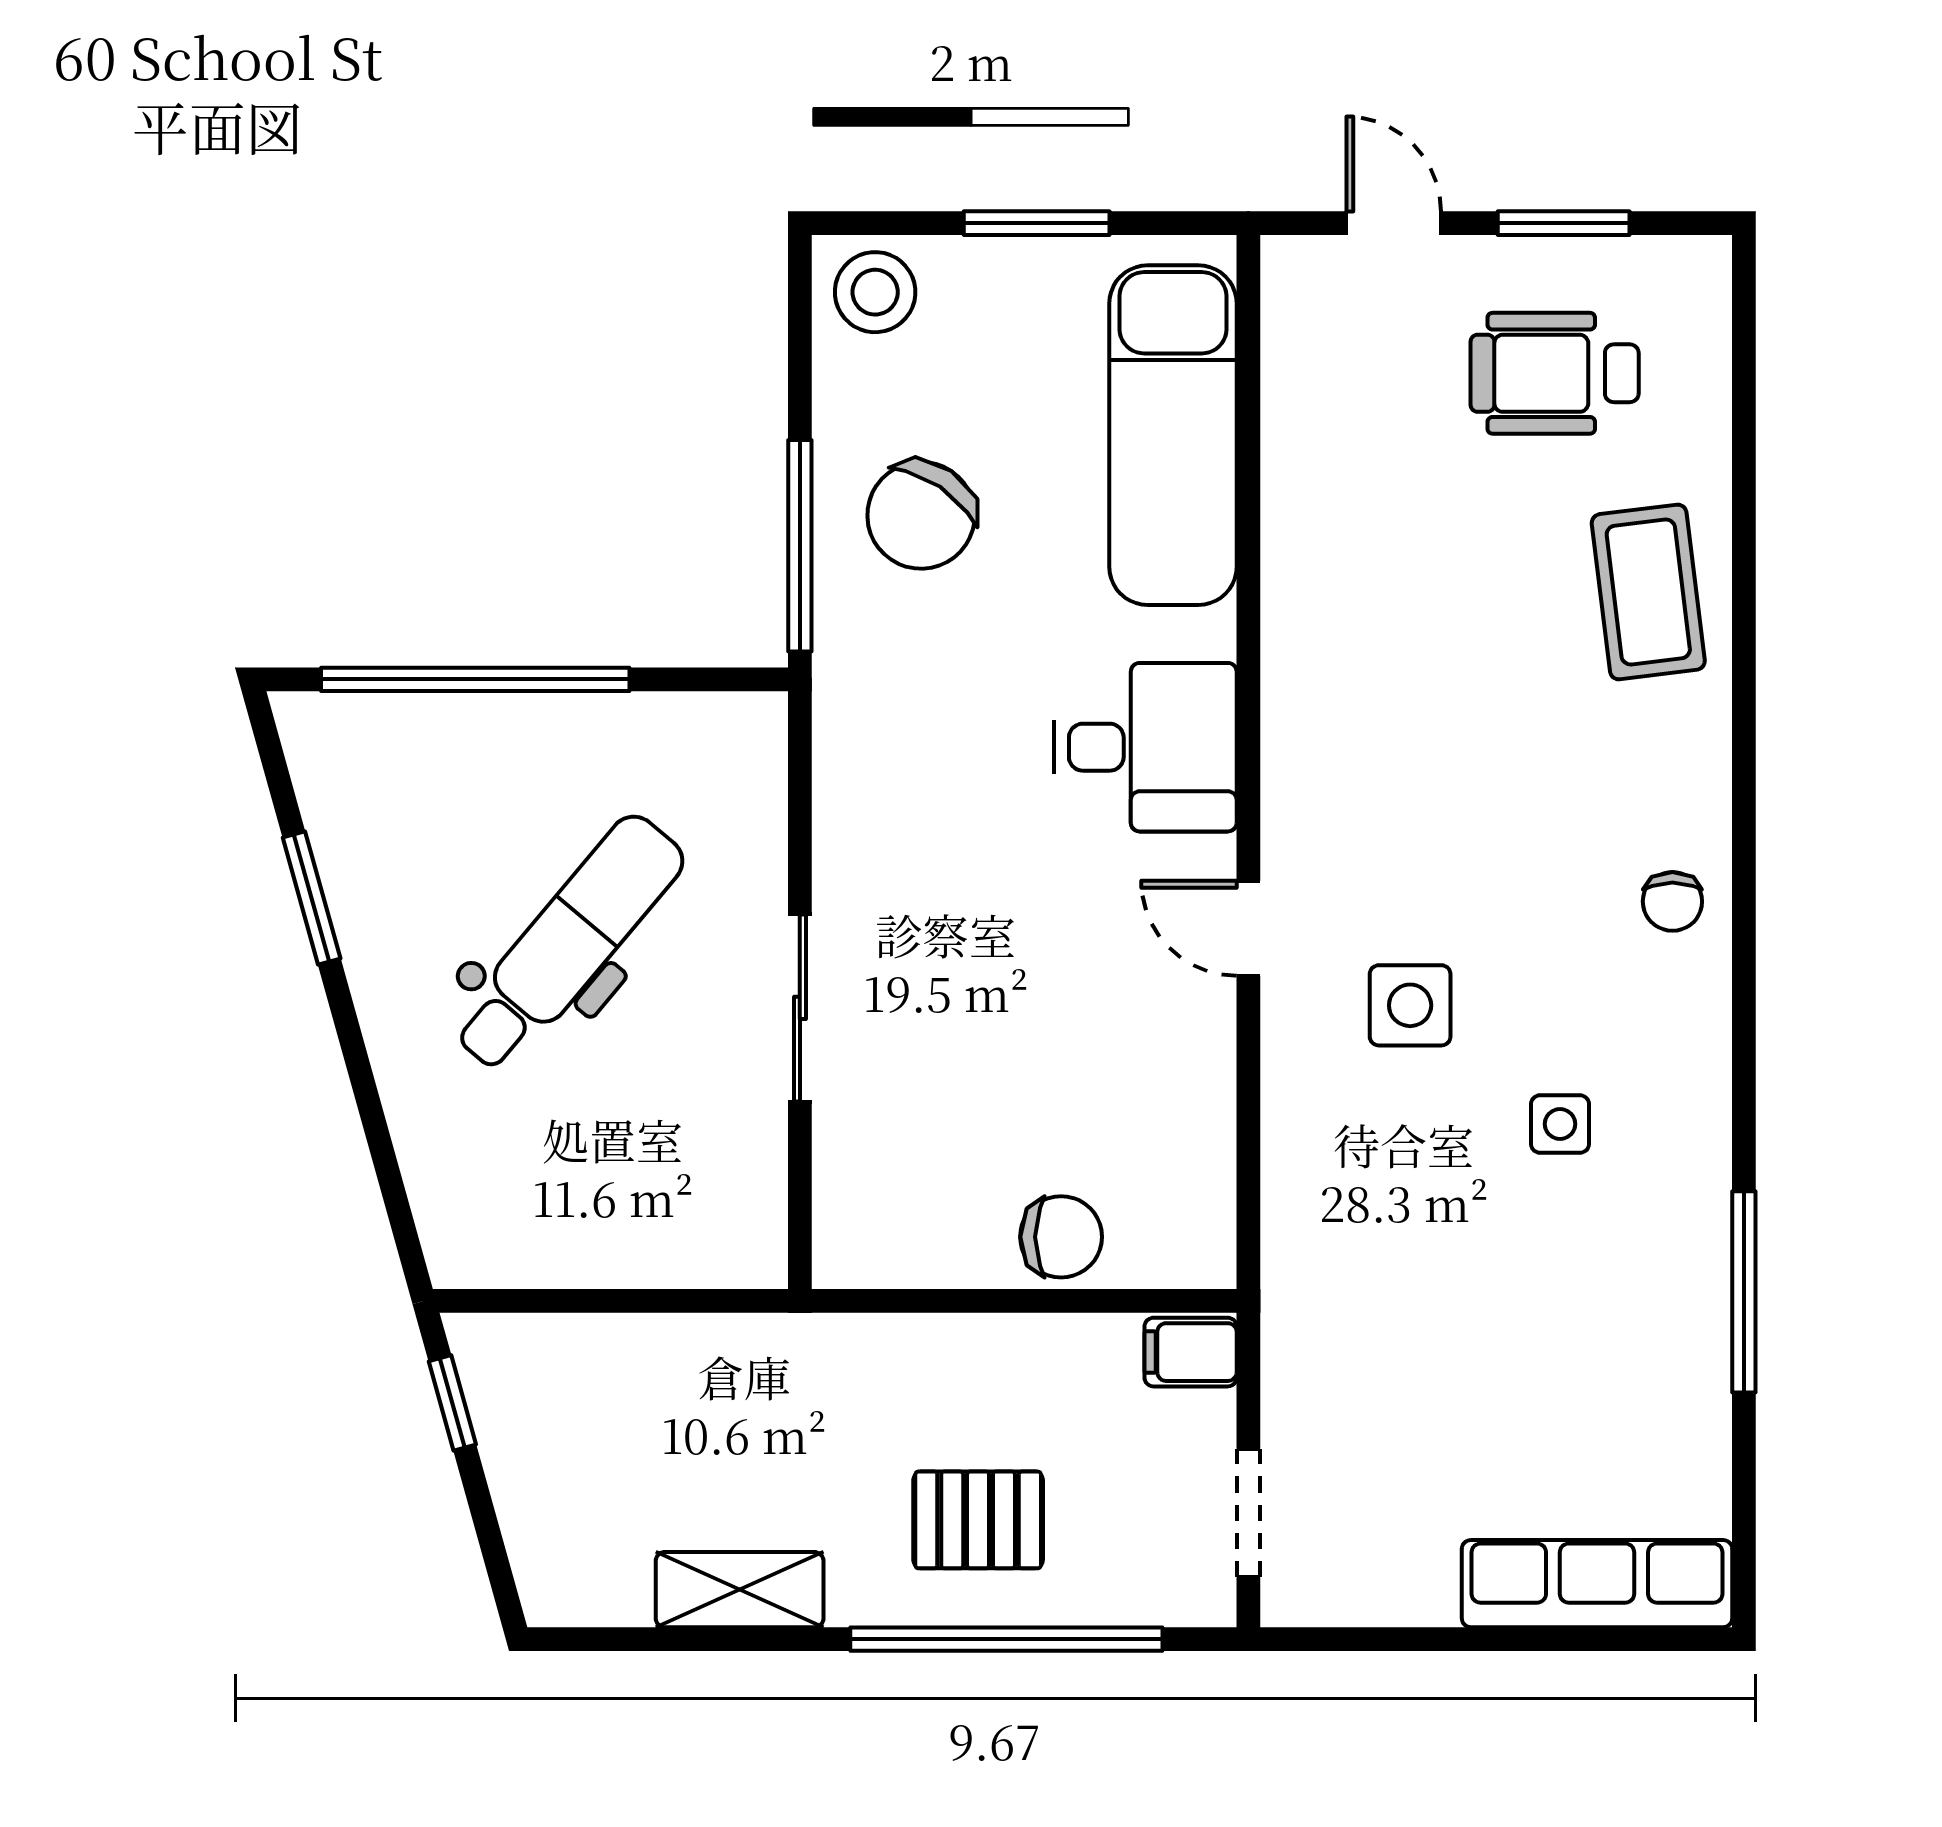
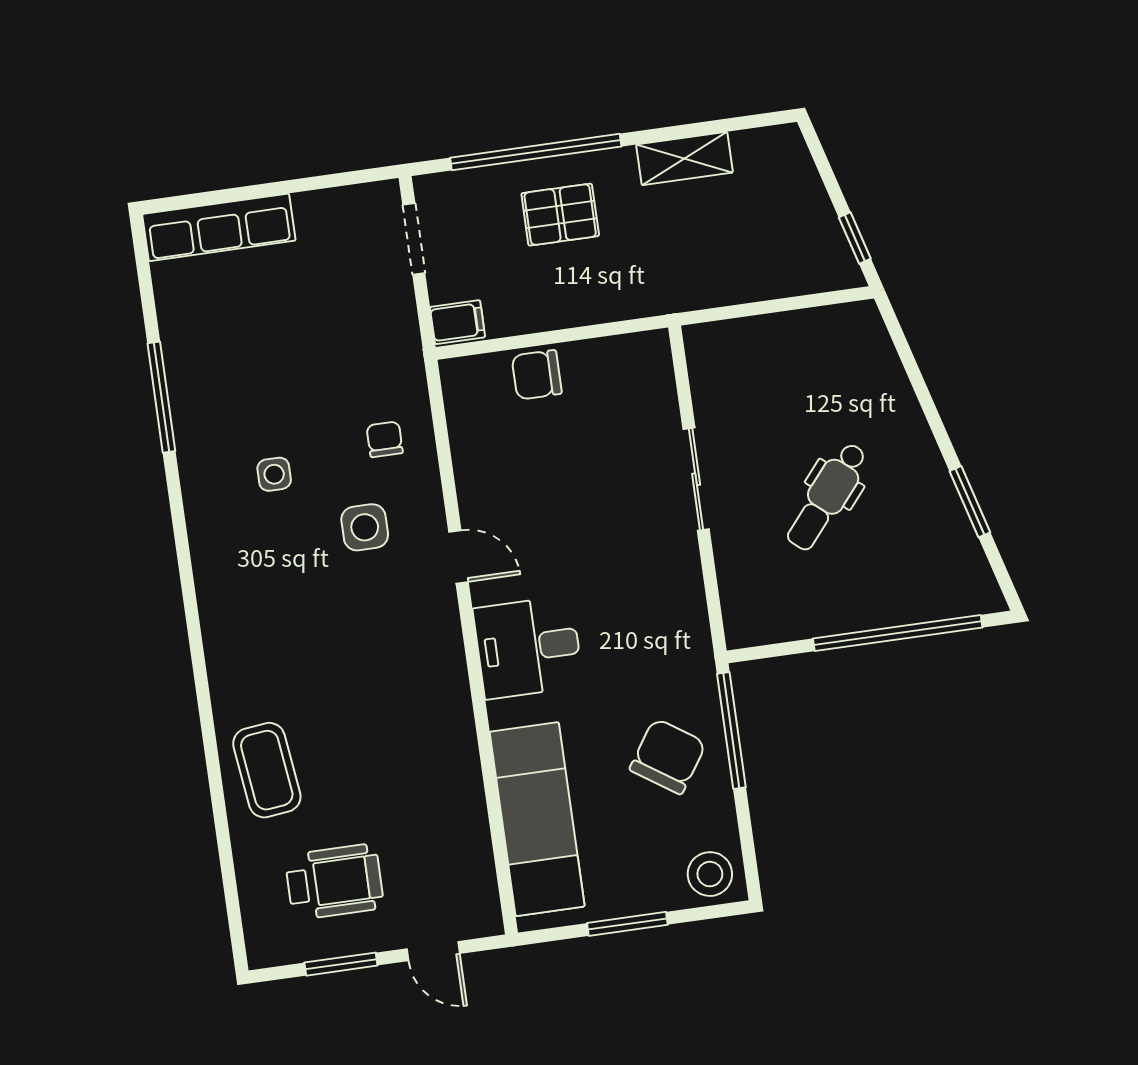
chair: (1672, 901) -> (385, 439), moved
dental chair: (568, 944) -> (827, 496), width x0.73, depth x0.72

